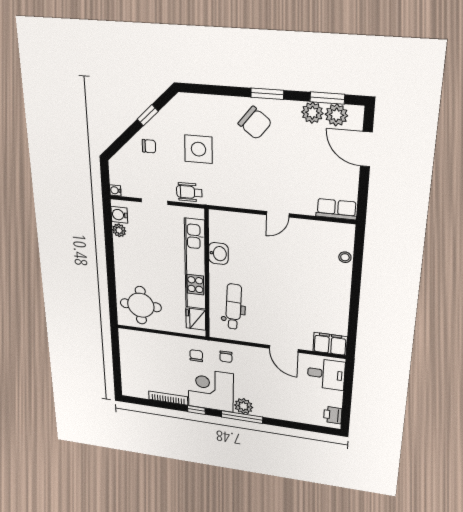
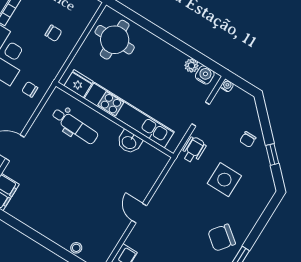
chair: (196, 356) -> (53, 33), moved

